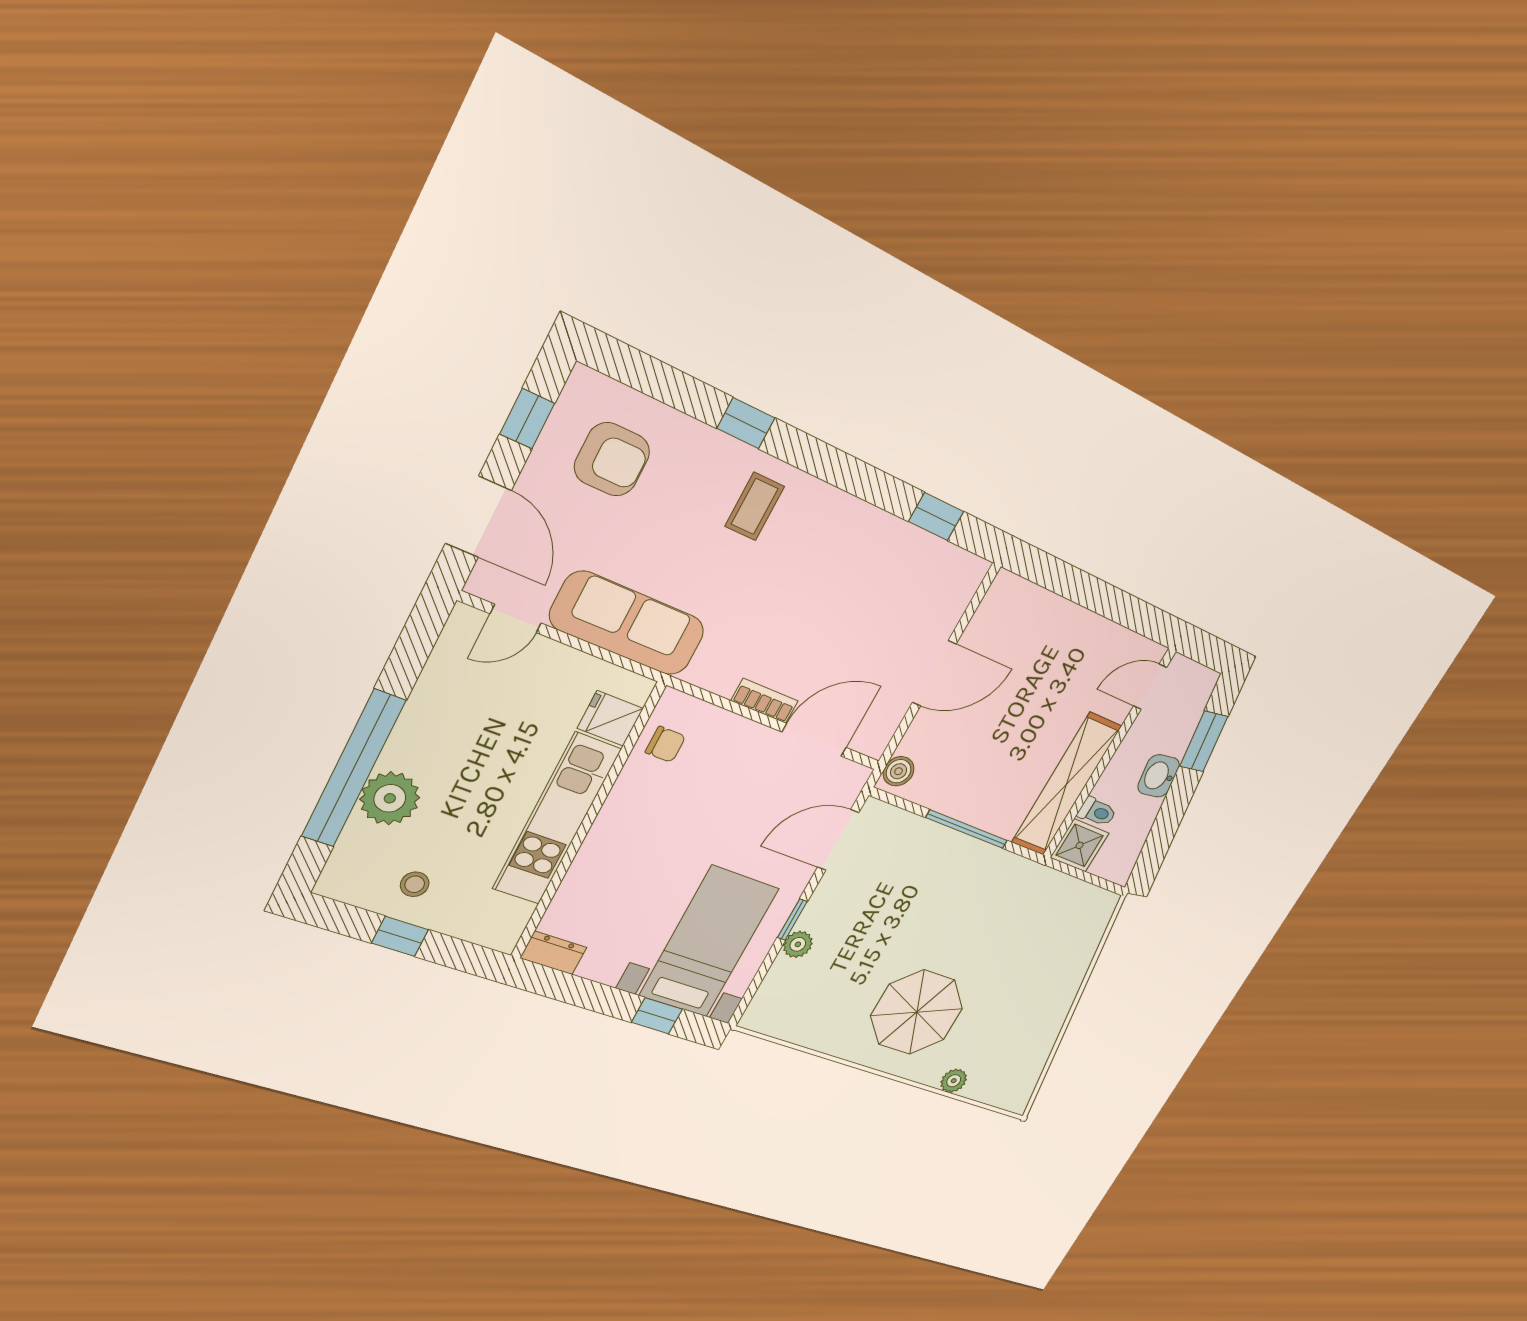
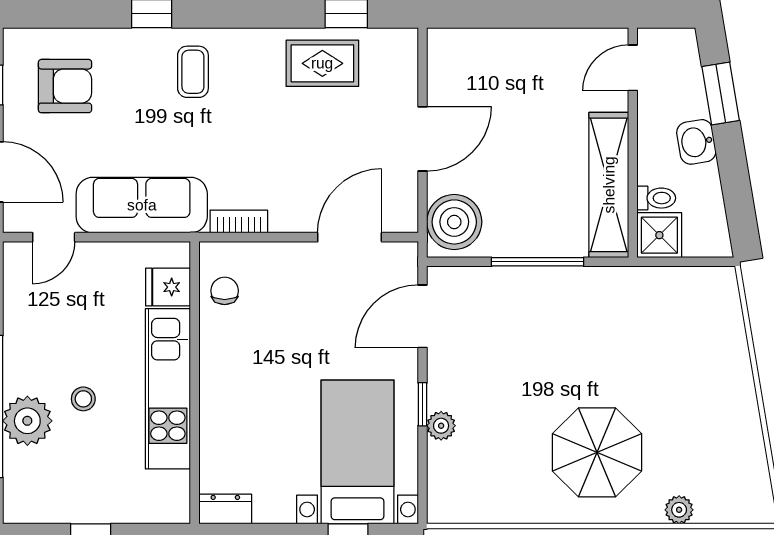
rug: (885, 557) -> (322, 63), added
bookcase: (765, 701) -> (239, 221), moved
chair: (665, 744) -> (225, 291), turned -90
boiler: (899, 771) -> (454, 222), width x1.86, depth x1.86
stool: (415, 884) -> (83, 399), moved

